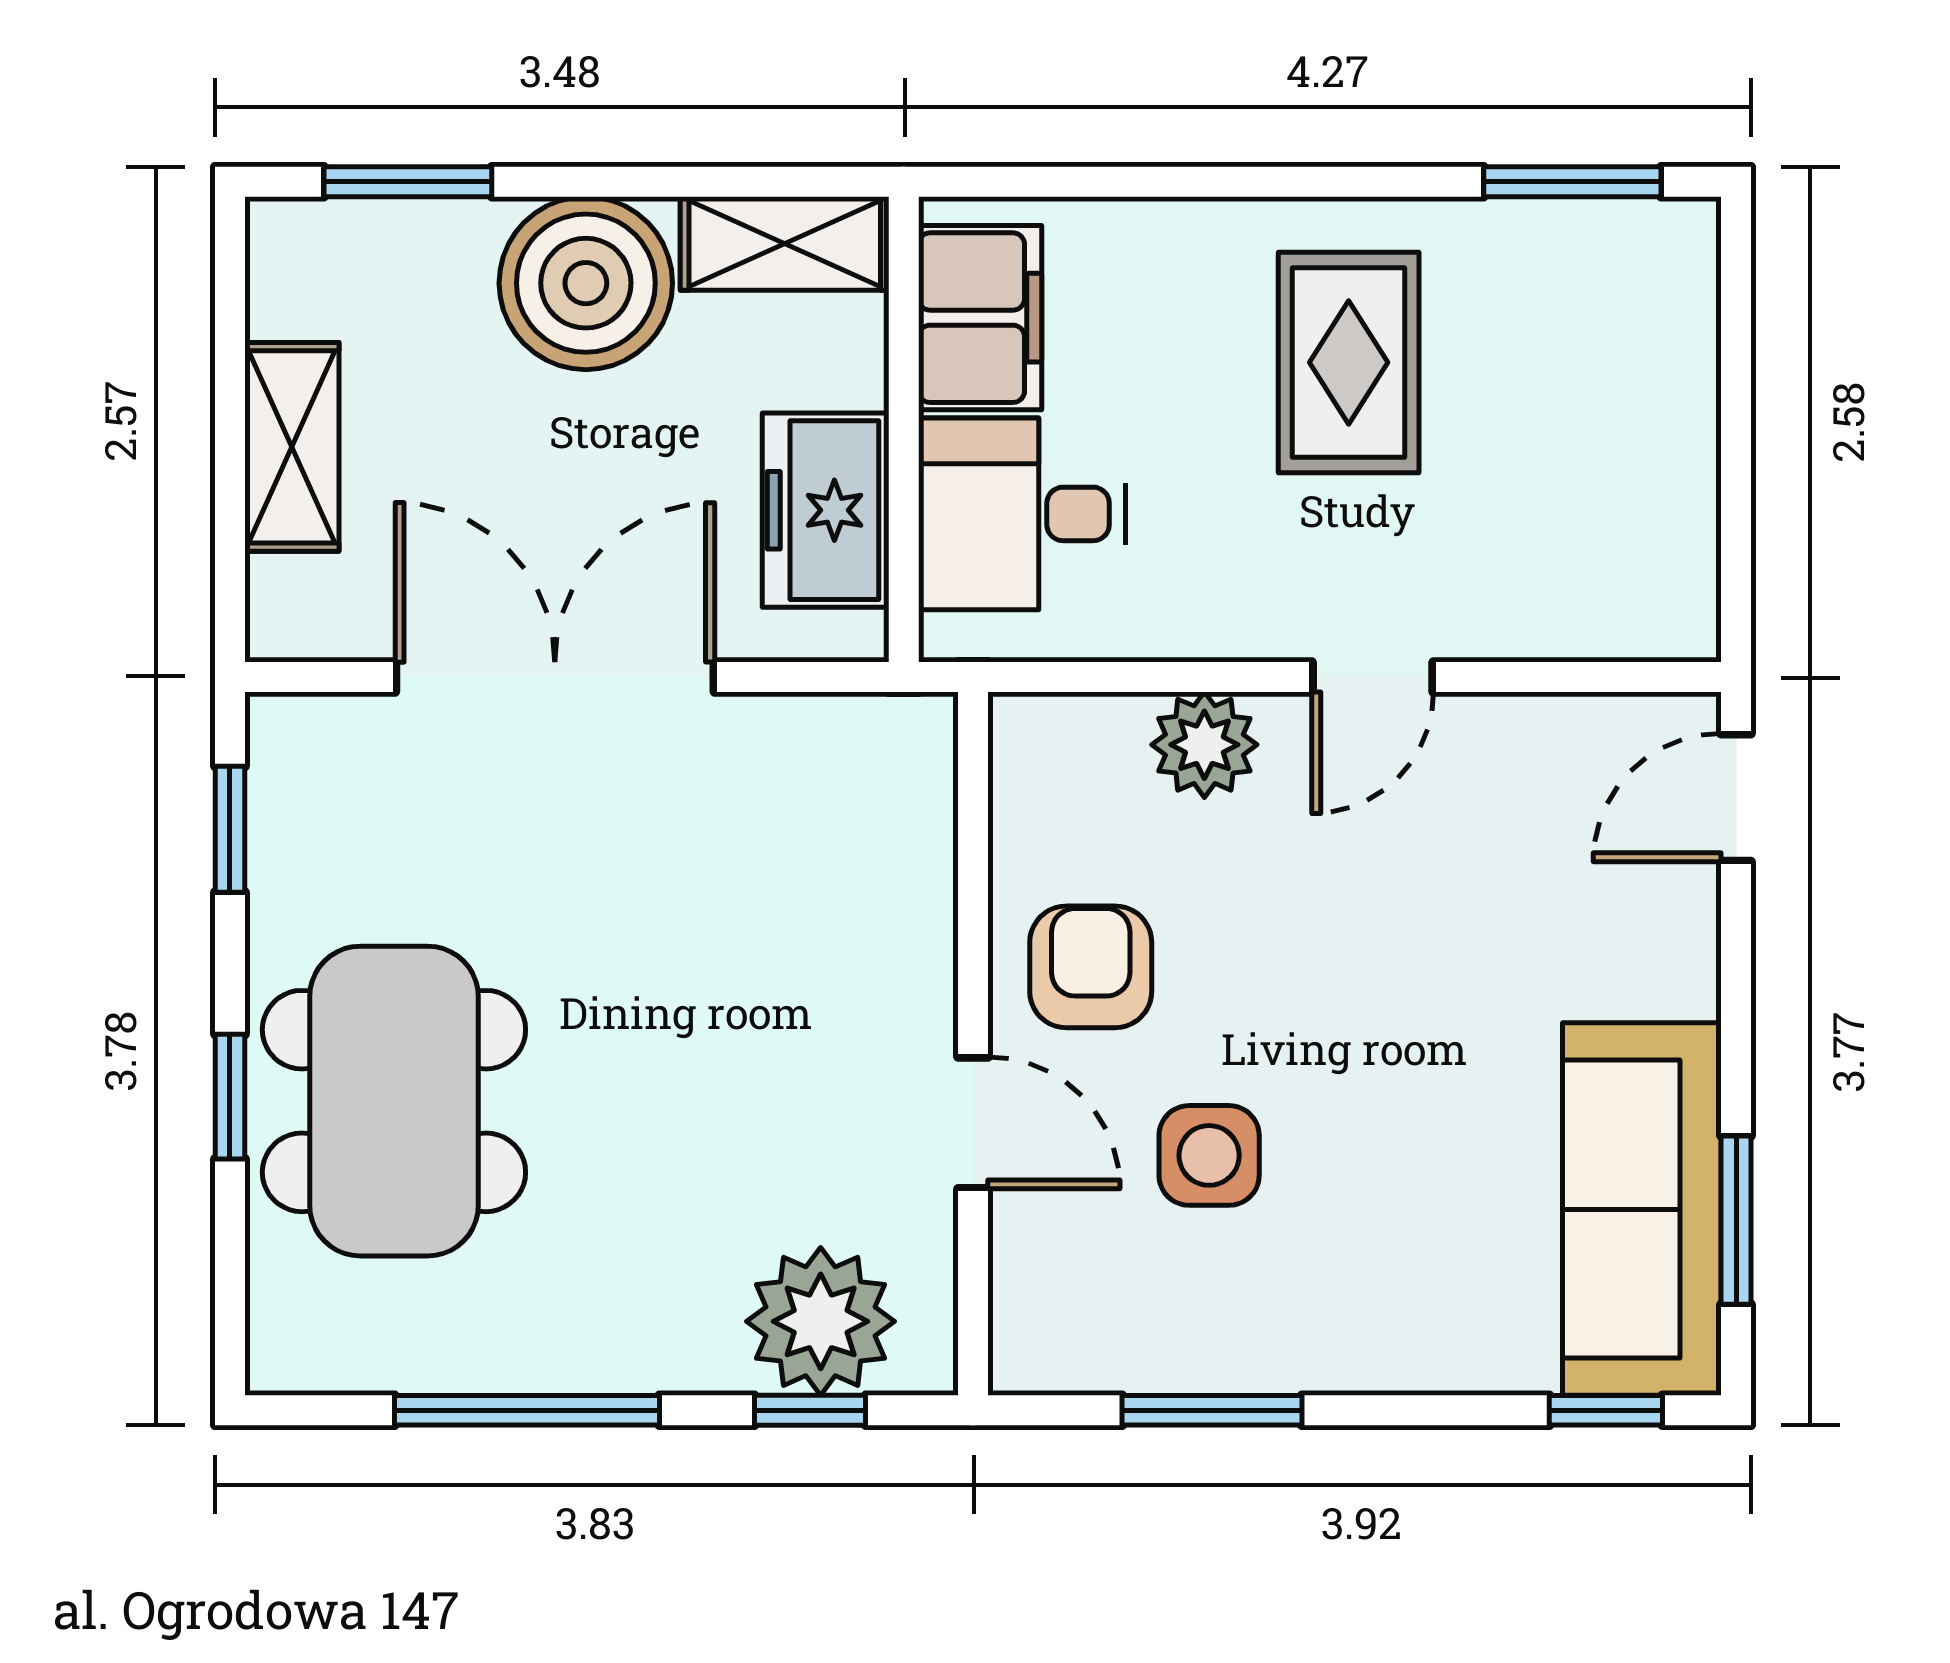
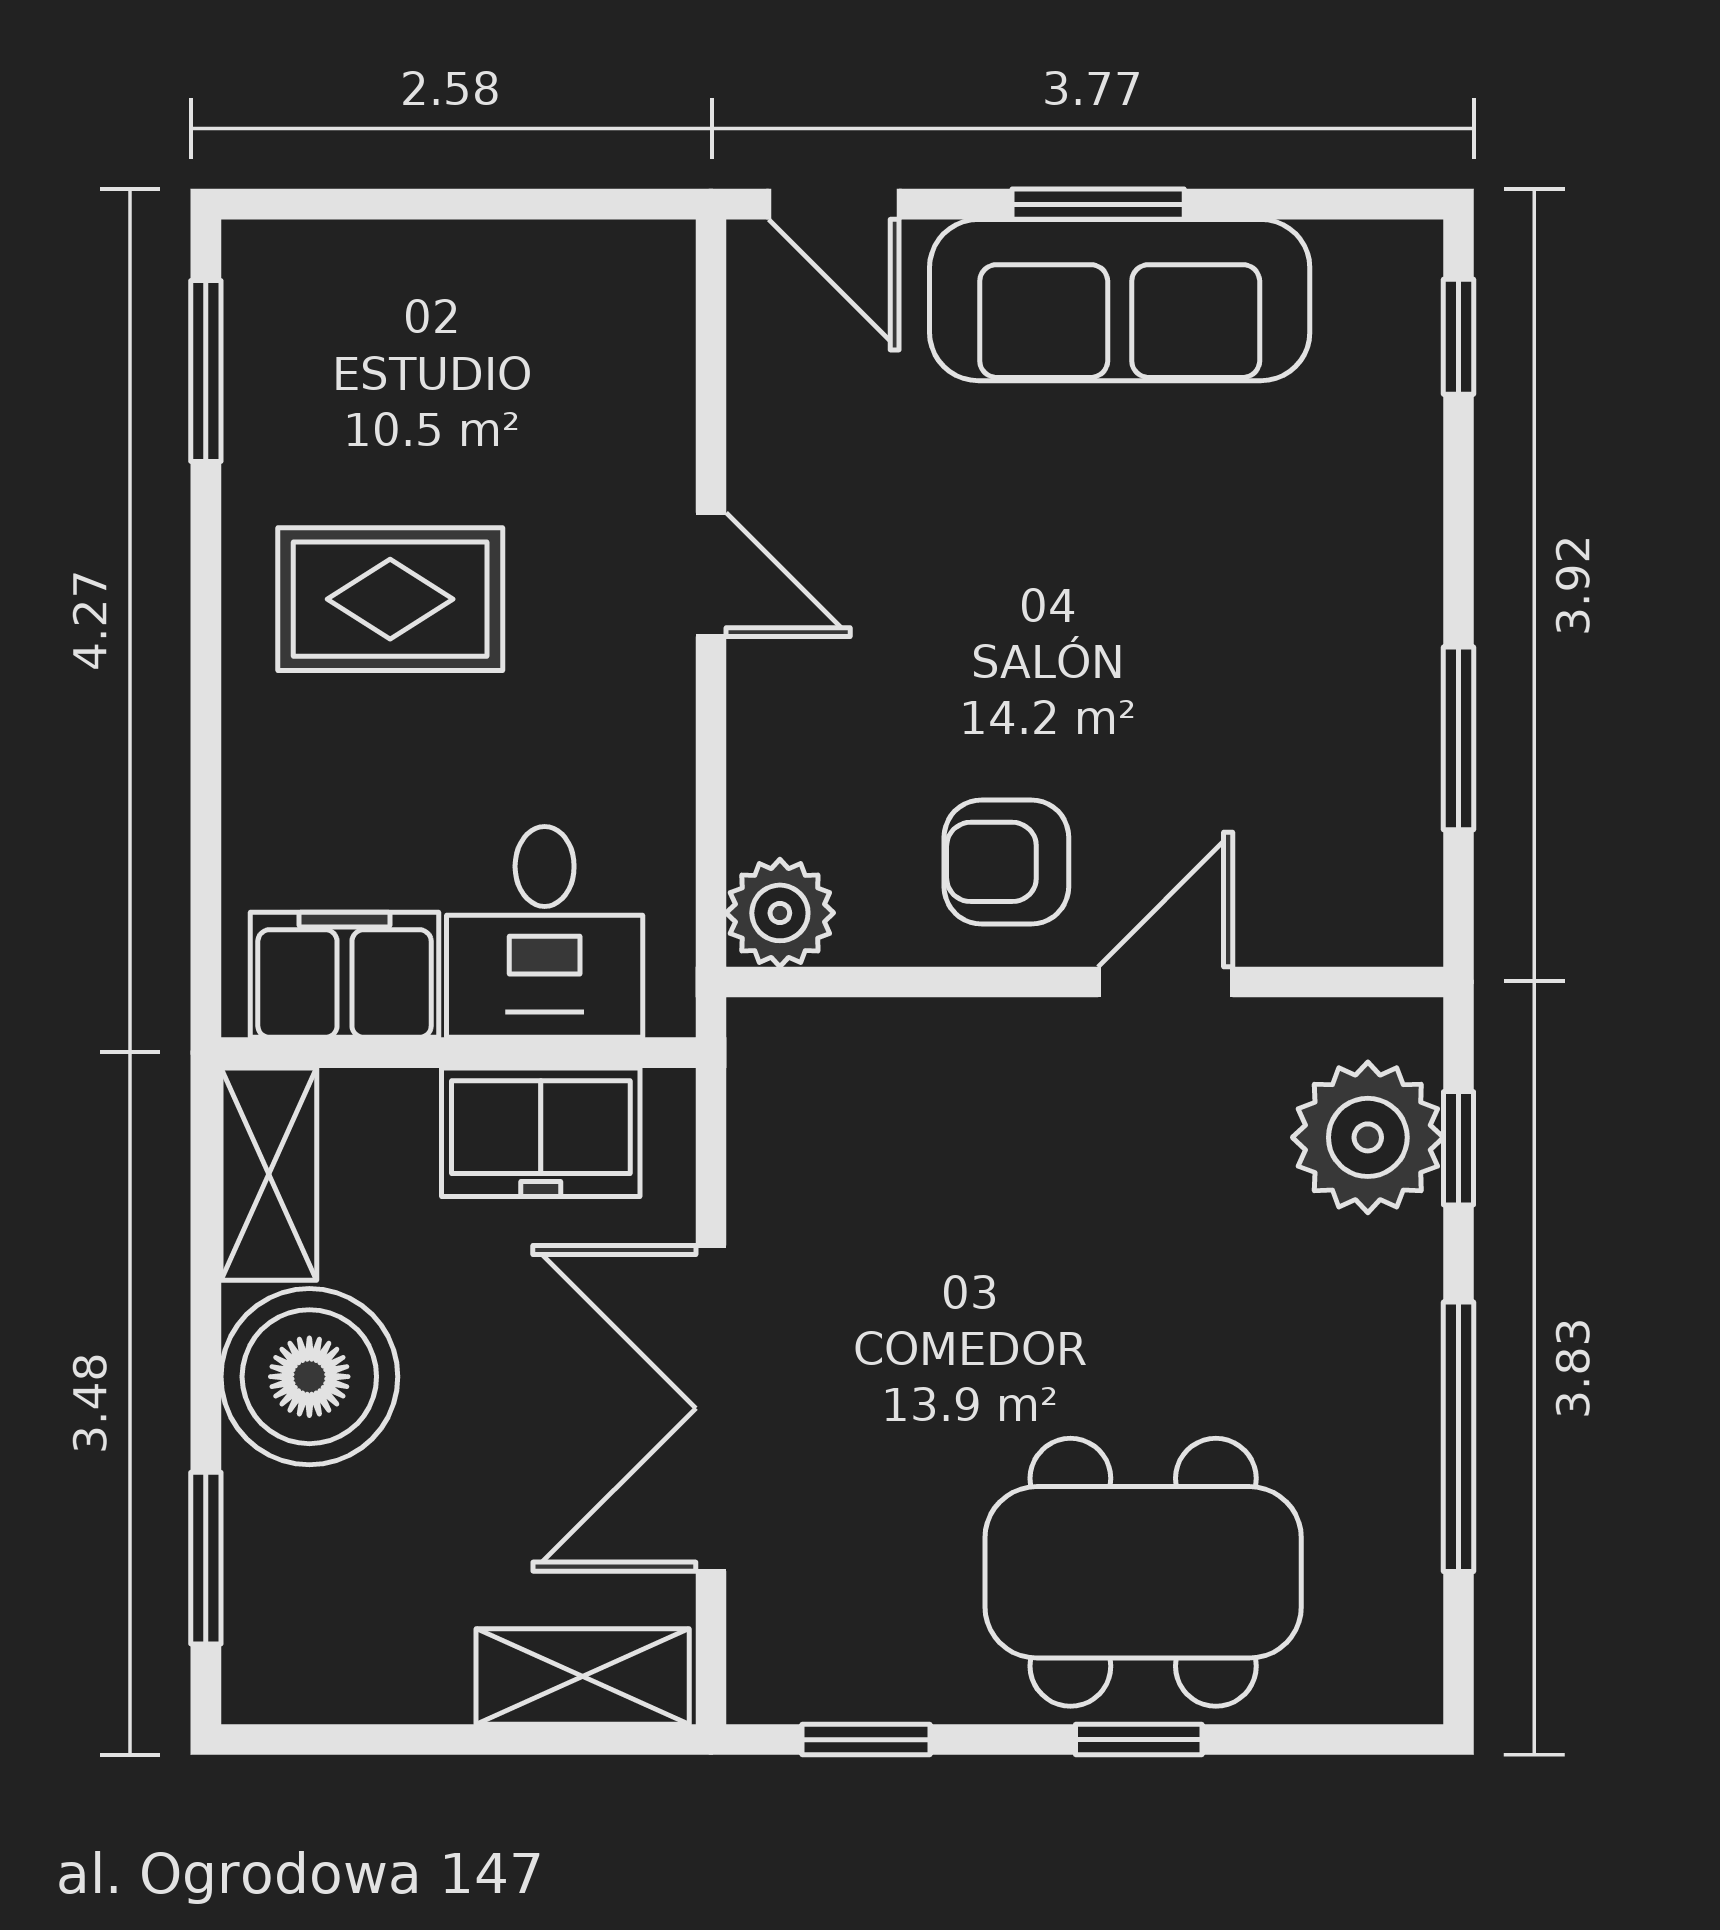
shelving: (292, 447) -> (583, 1676), moved
plant: (1204, 745) -> (780, 913), moved
side table: (1209, 1155) -> (1199, 741), removed
sofa: (1642, 1209) -> (1120, 300), moved
window: (1736, 1220) -> (1098, 204), moved

